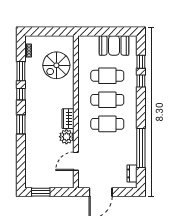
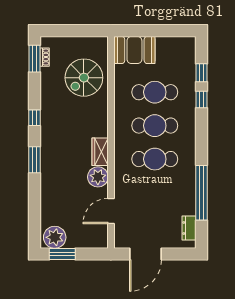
booth: (114, 45) -> (134, 50), moved
window: (21, 71) -> (35, 59), moved
plant: (35, 180) -> (55, 237), added

